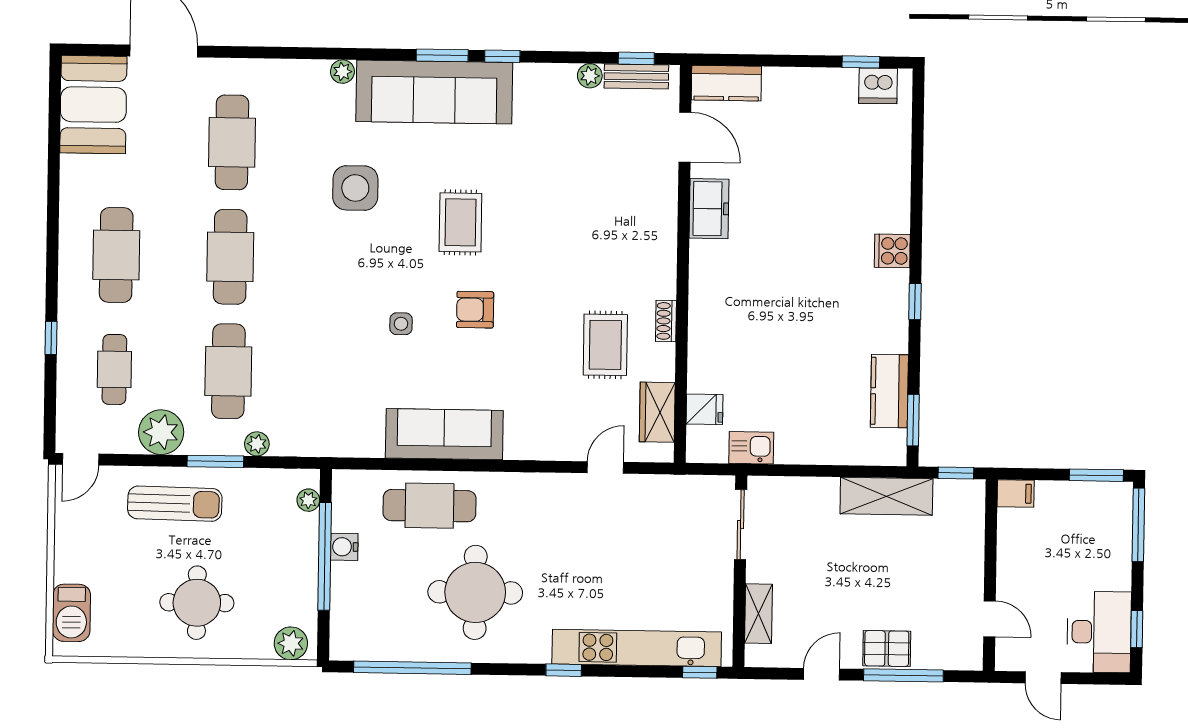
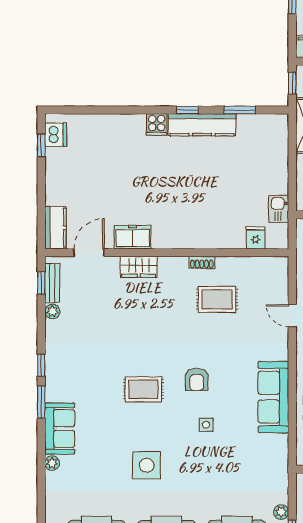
sofa: (434, 92) -> (60, 429), width x0.54, depth x0.79
side table: (355, 188) -> (147, 465), moved
kitchen counter: (889, 391) -> (202, 125), moved, width x1.50
wardrobe: (657, 412) -> (139, 267), moved
window: (913, 420) -> (240, 110), moved
door: (605, 467) -> (292, 316), moved

